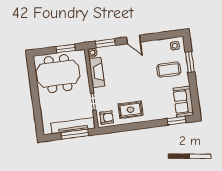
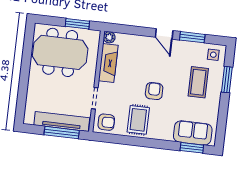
window: (105, 43) -> (192, 37), moved
coffee table: (169, 70) -> (198, 82), turned 90
armchair: (137, 85) -> (154, 91), added
sofa: (183, 102) -> (193, 133), moved, turned 90
rug: (130, 110) -> (138, 120), turned 90

